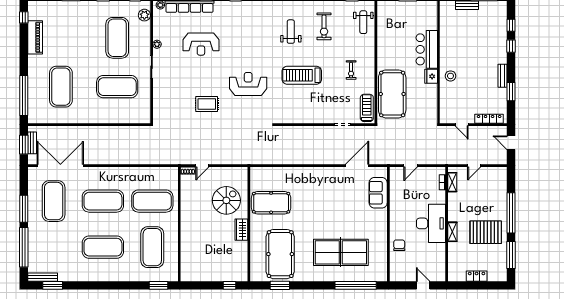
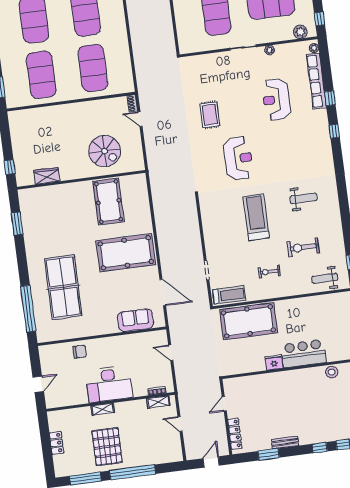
exercise bike: (324, 26) -> (303, 247), moved
stool: (450, 76) -> (332, 372), moved
wardrobe: (241, 230) -> (47, 176), moved
exercise mat: (152, 247) -> (41, 75), turned 90
pool table: (280, 254) -> (126, 253), moved

